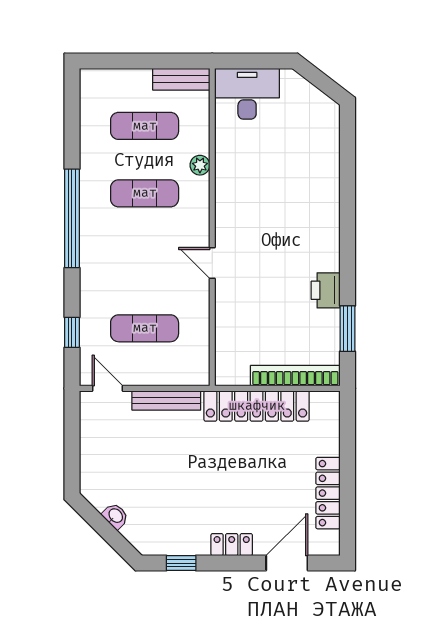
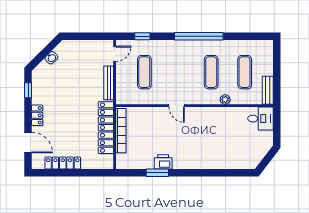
desk: (247, 94) -> (260, 119), width x0.73
door: (212, 263) -> (177, 106), swing flipped
window: (348, 329) -> (157, 173), moved
bookcase: (295, 376) -> (121, 131), moved

